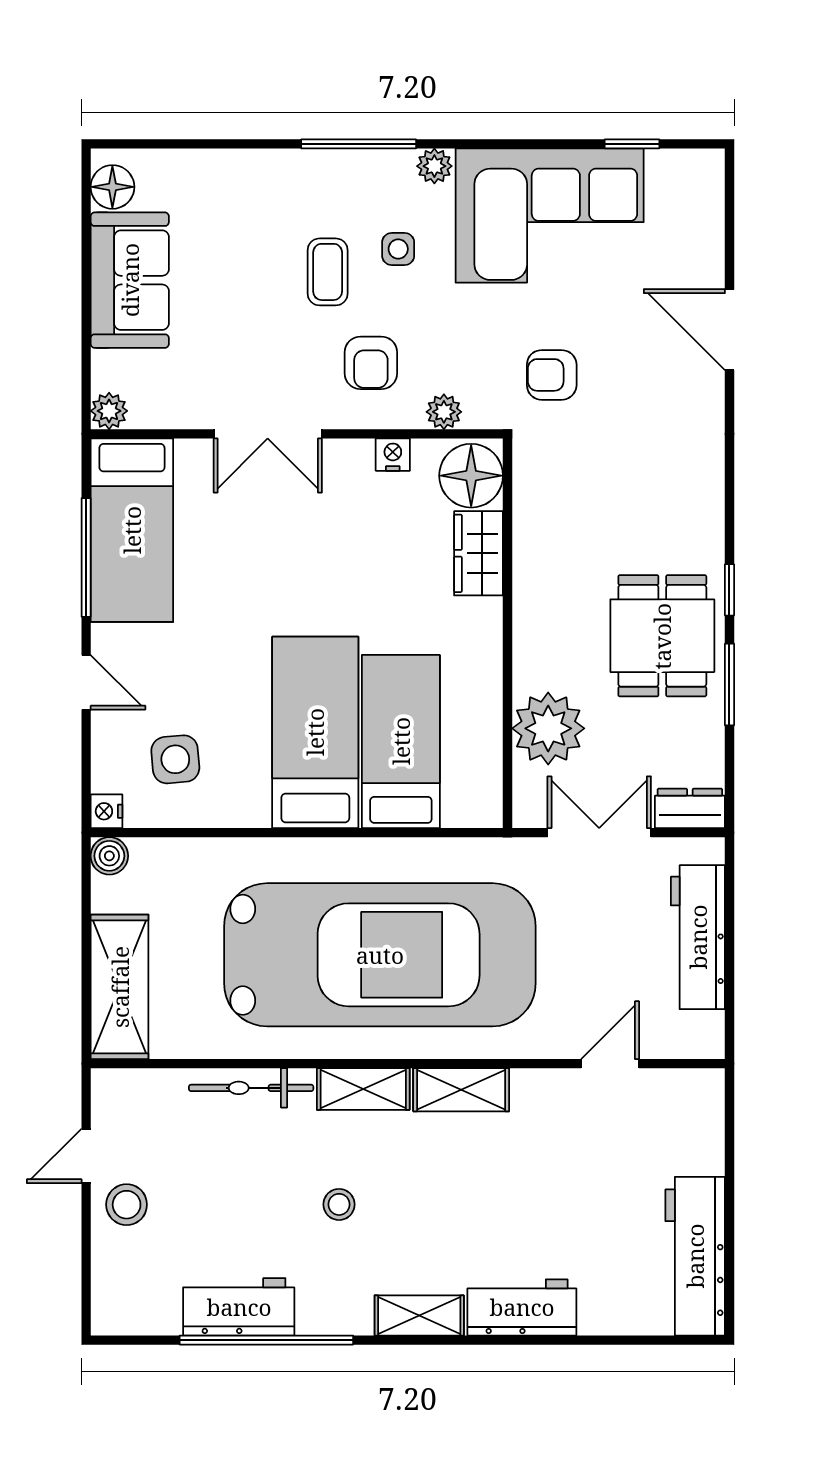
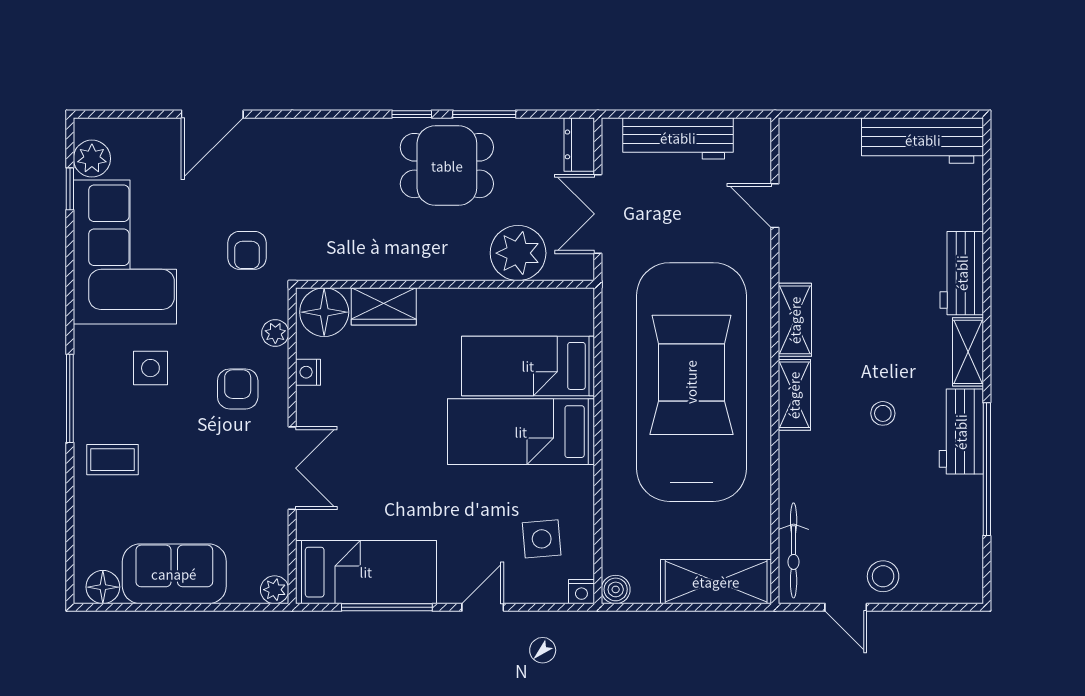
plant: (434, 166) -> (92, 159), moved, width x1.38, depth x1.38
side table: (398, 249) -> (150, 368), width x1.37, depth x1.37
coffee table: (328, 272) -> (112, 460), moved
armchair: (371, 363) -> (238, 389), turned -90
bicycle: (251, 1088) -> (794, 550), moved
workbench: (239, 1307) -> (961, 432), moved

